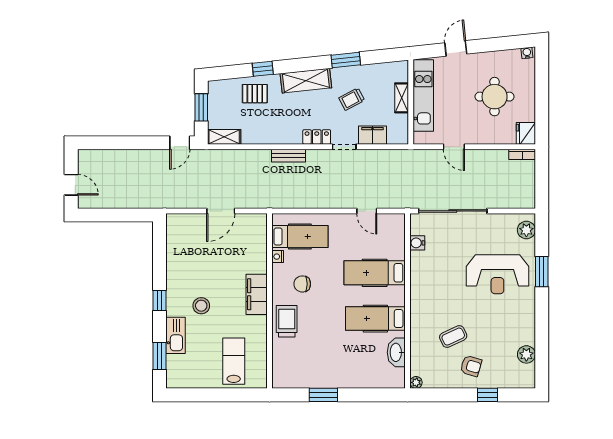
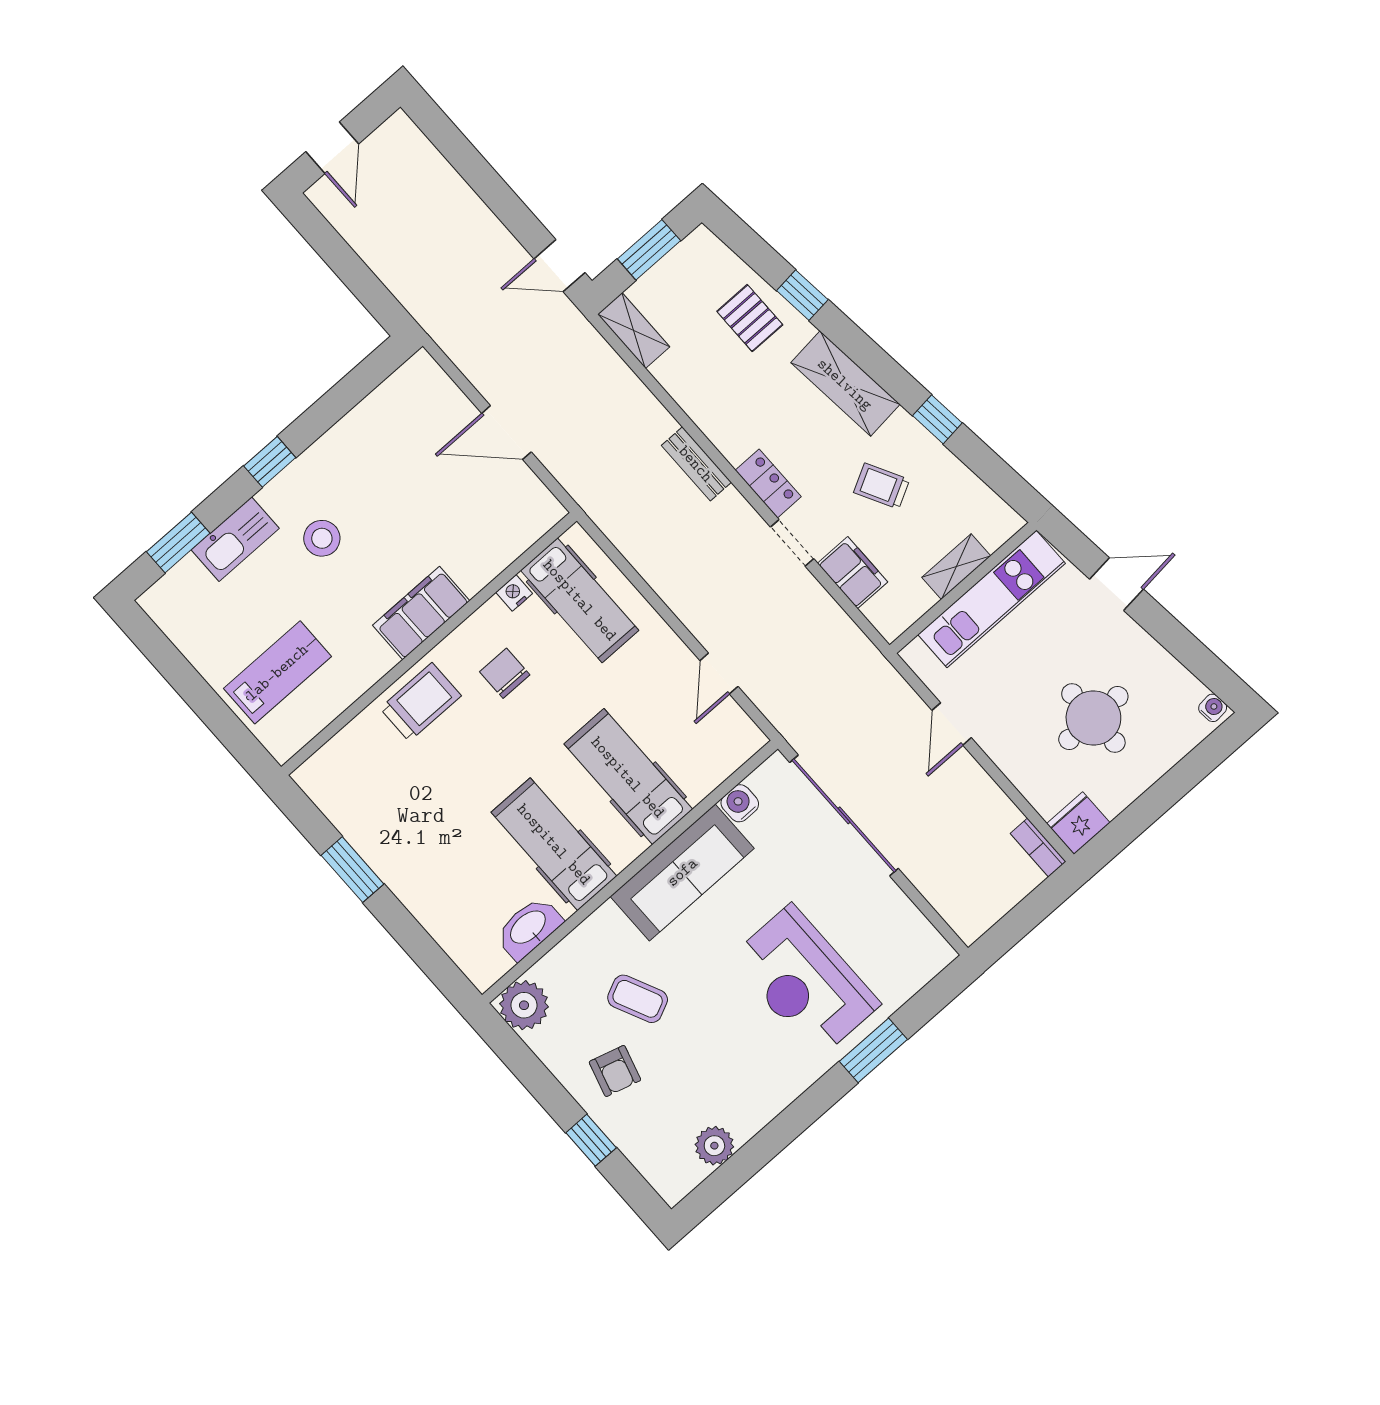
window: (346, 60) -> (937, 419), width x0.67
plant: (526, 230) -> (920, 965), removed
sofa: (424, 283) -> (682, 872), added
plant: (416, 382) -> (524, 1005), width x1.87, depth x1.87

